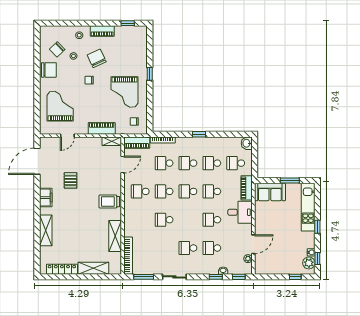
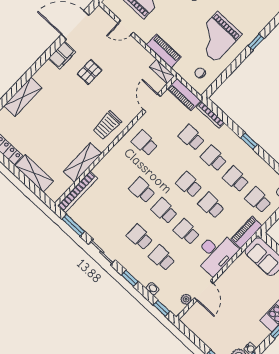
door: (123, 165) -> (152, 103), swing flipped
school desk: (164, 191) -> (164, 211), moved
filing cabinet: (46, 198) -> (62, 55), moved
trolley: (109, 202) -> (107, 125), turned -90
desk: (240, 212) -> (216, 253), width x1.37
door: (253, 244) -> (204, 291), hinge flipped
window: (216, 277) -> (130, 278), moved

